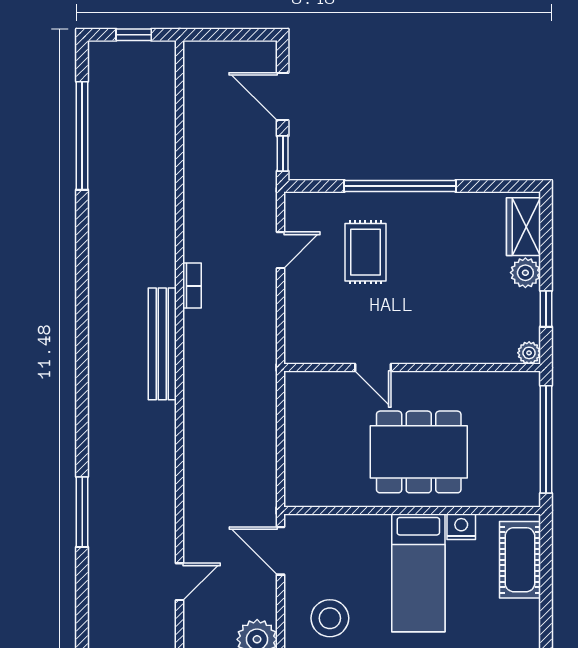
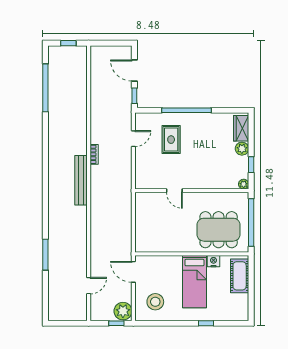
dining table: (419, 452) -> (219, 230), moved

